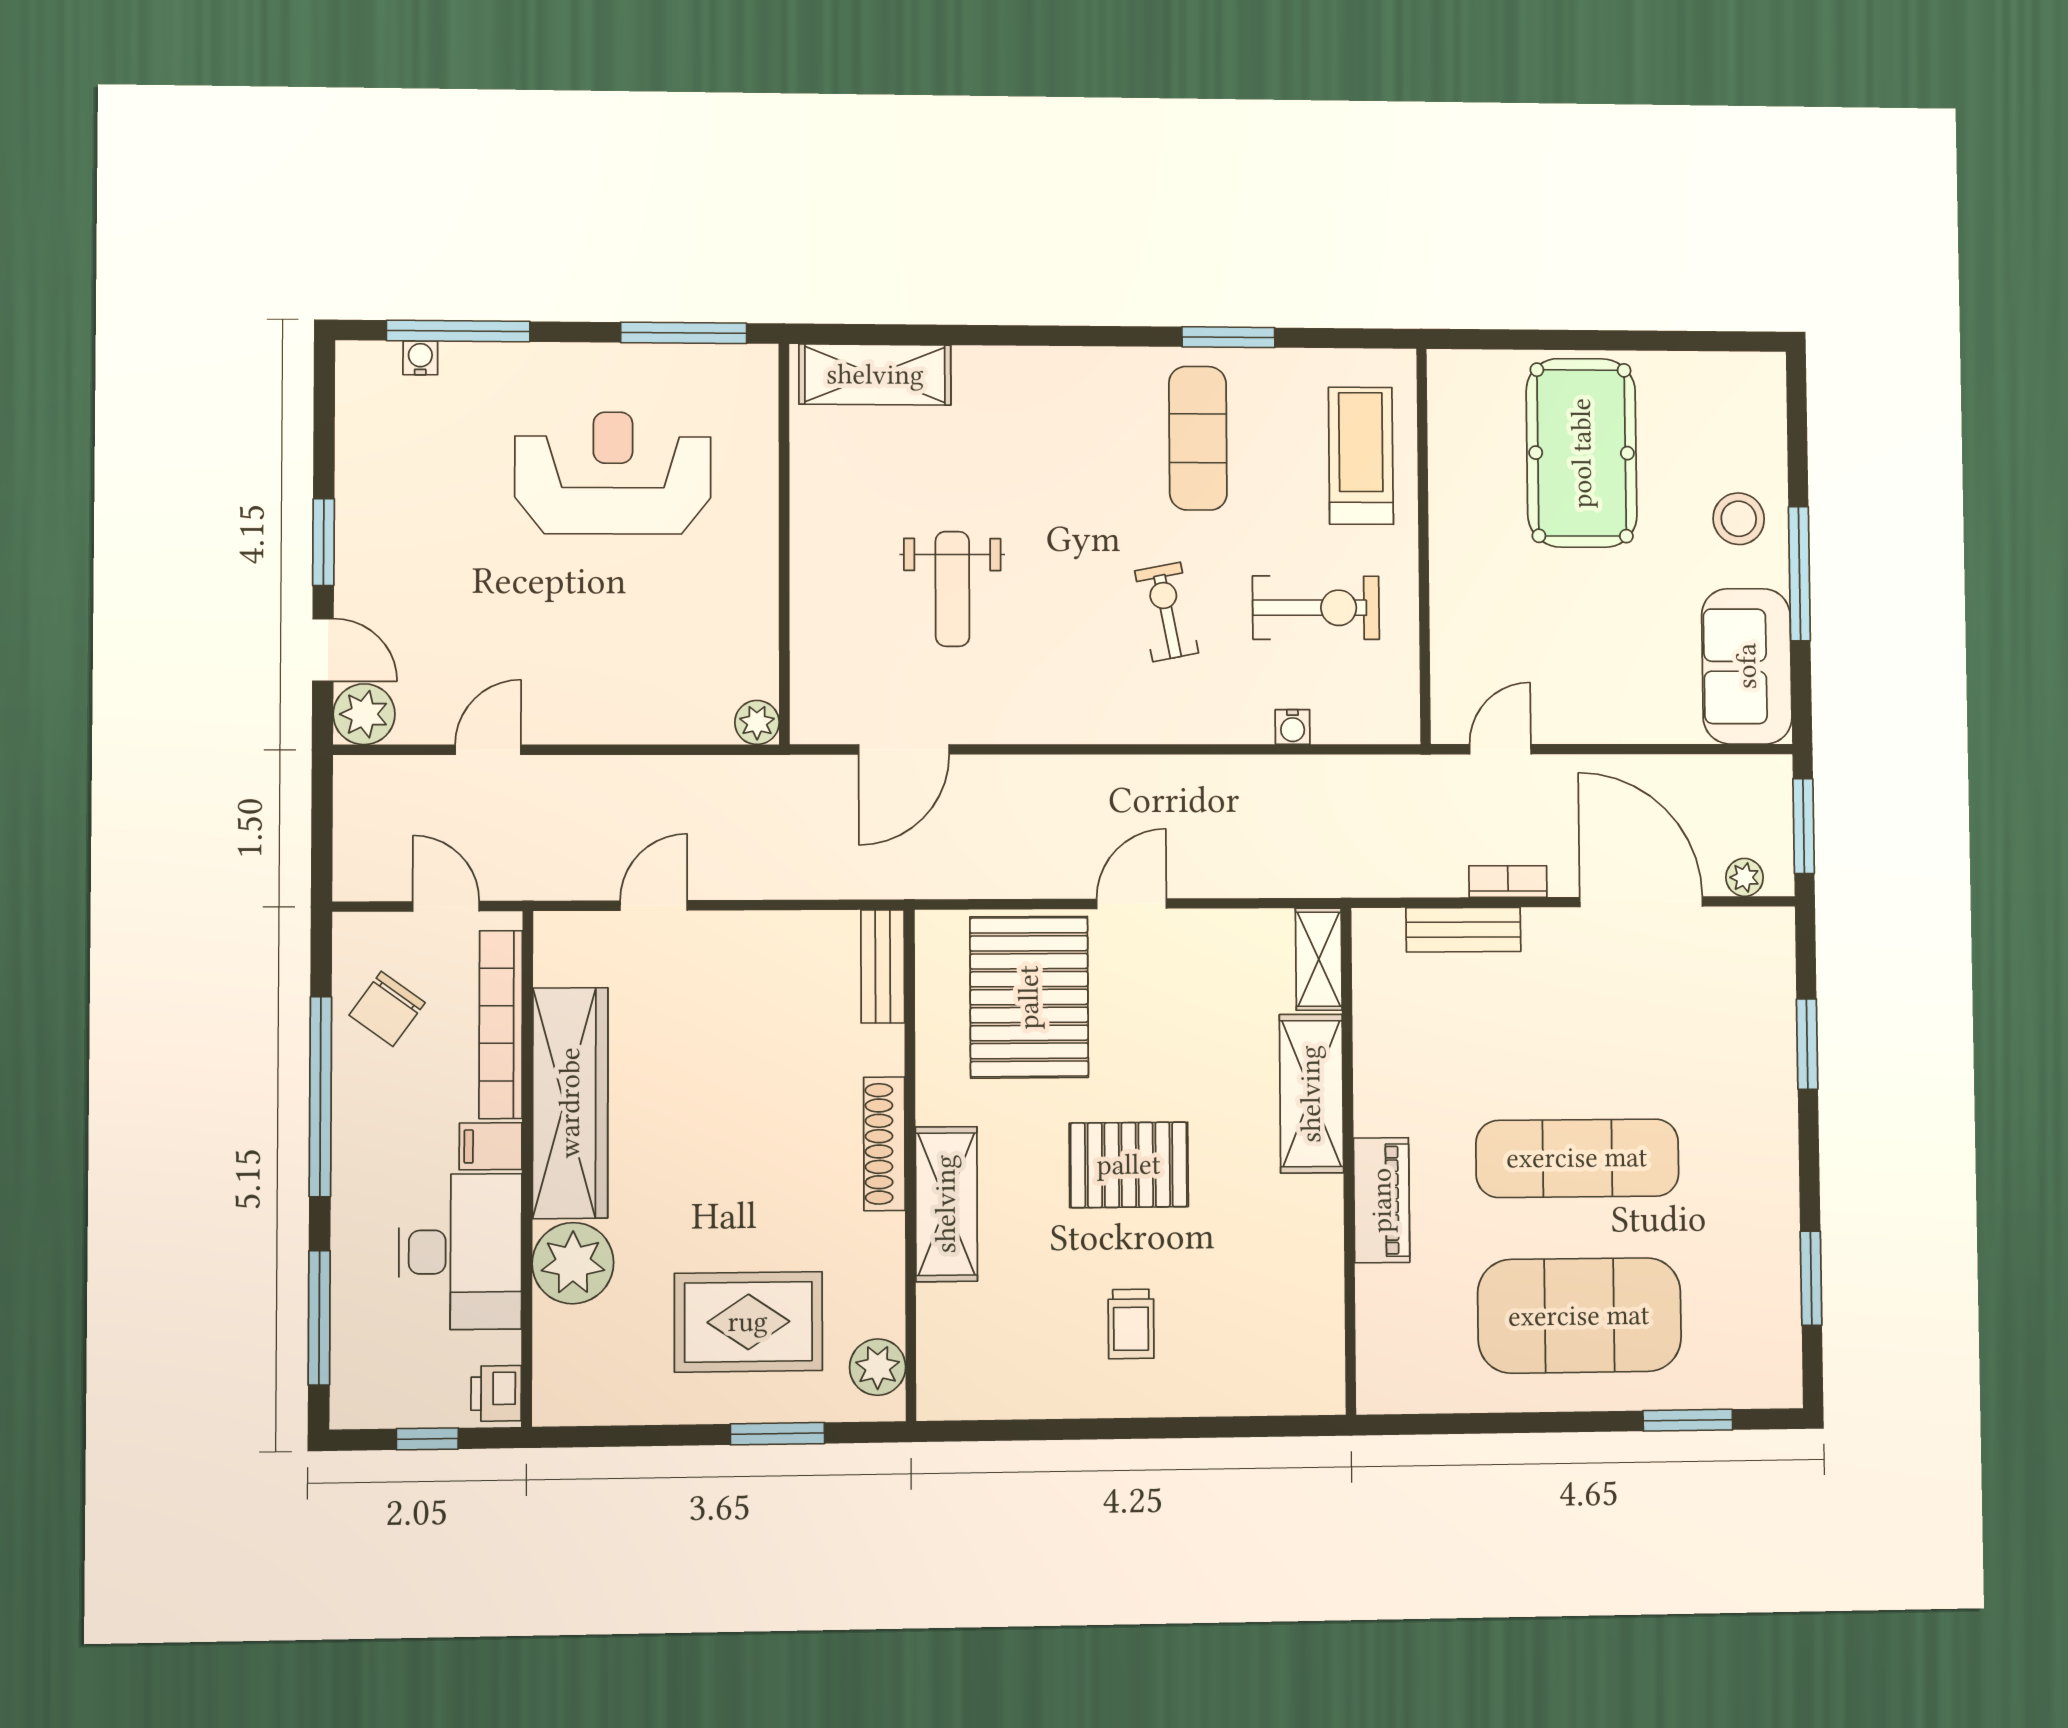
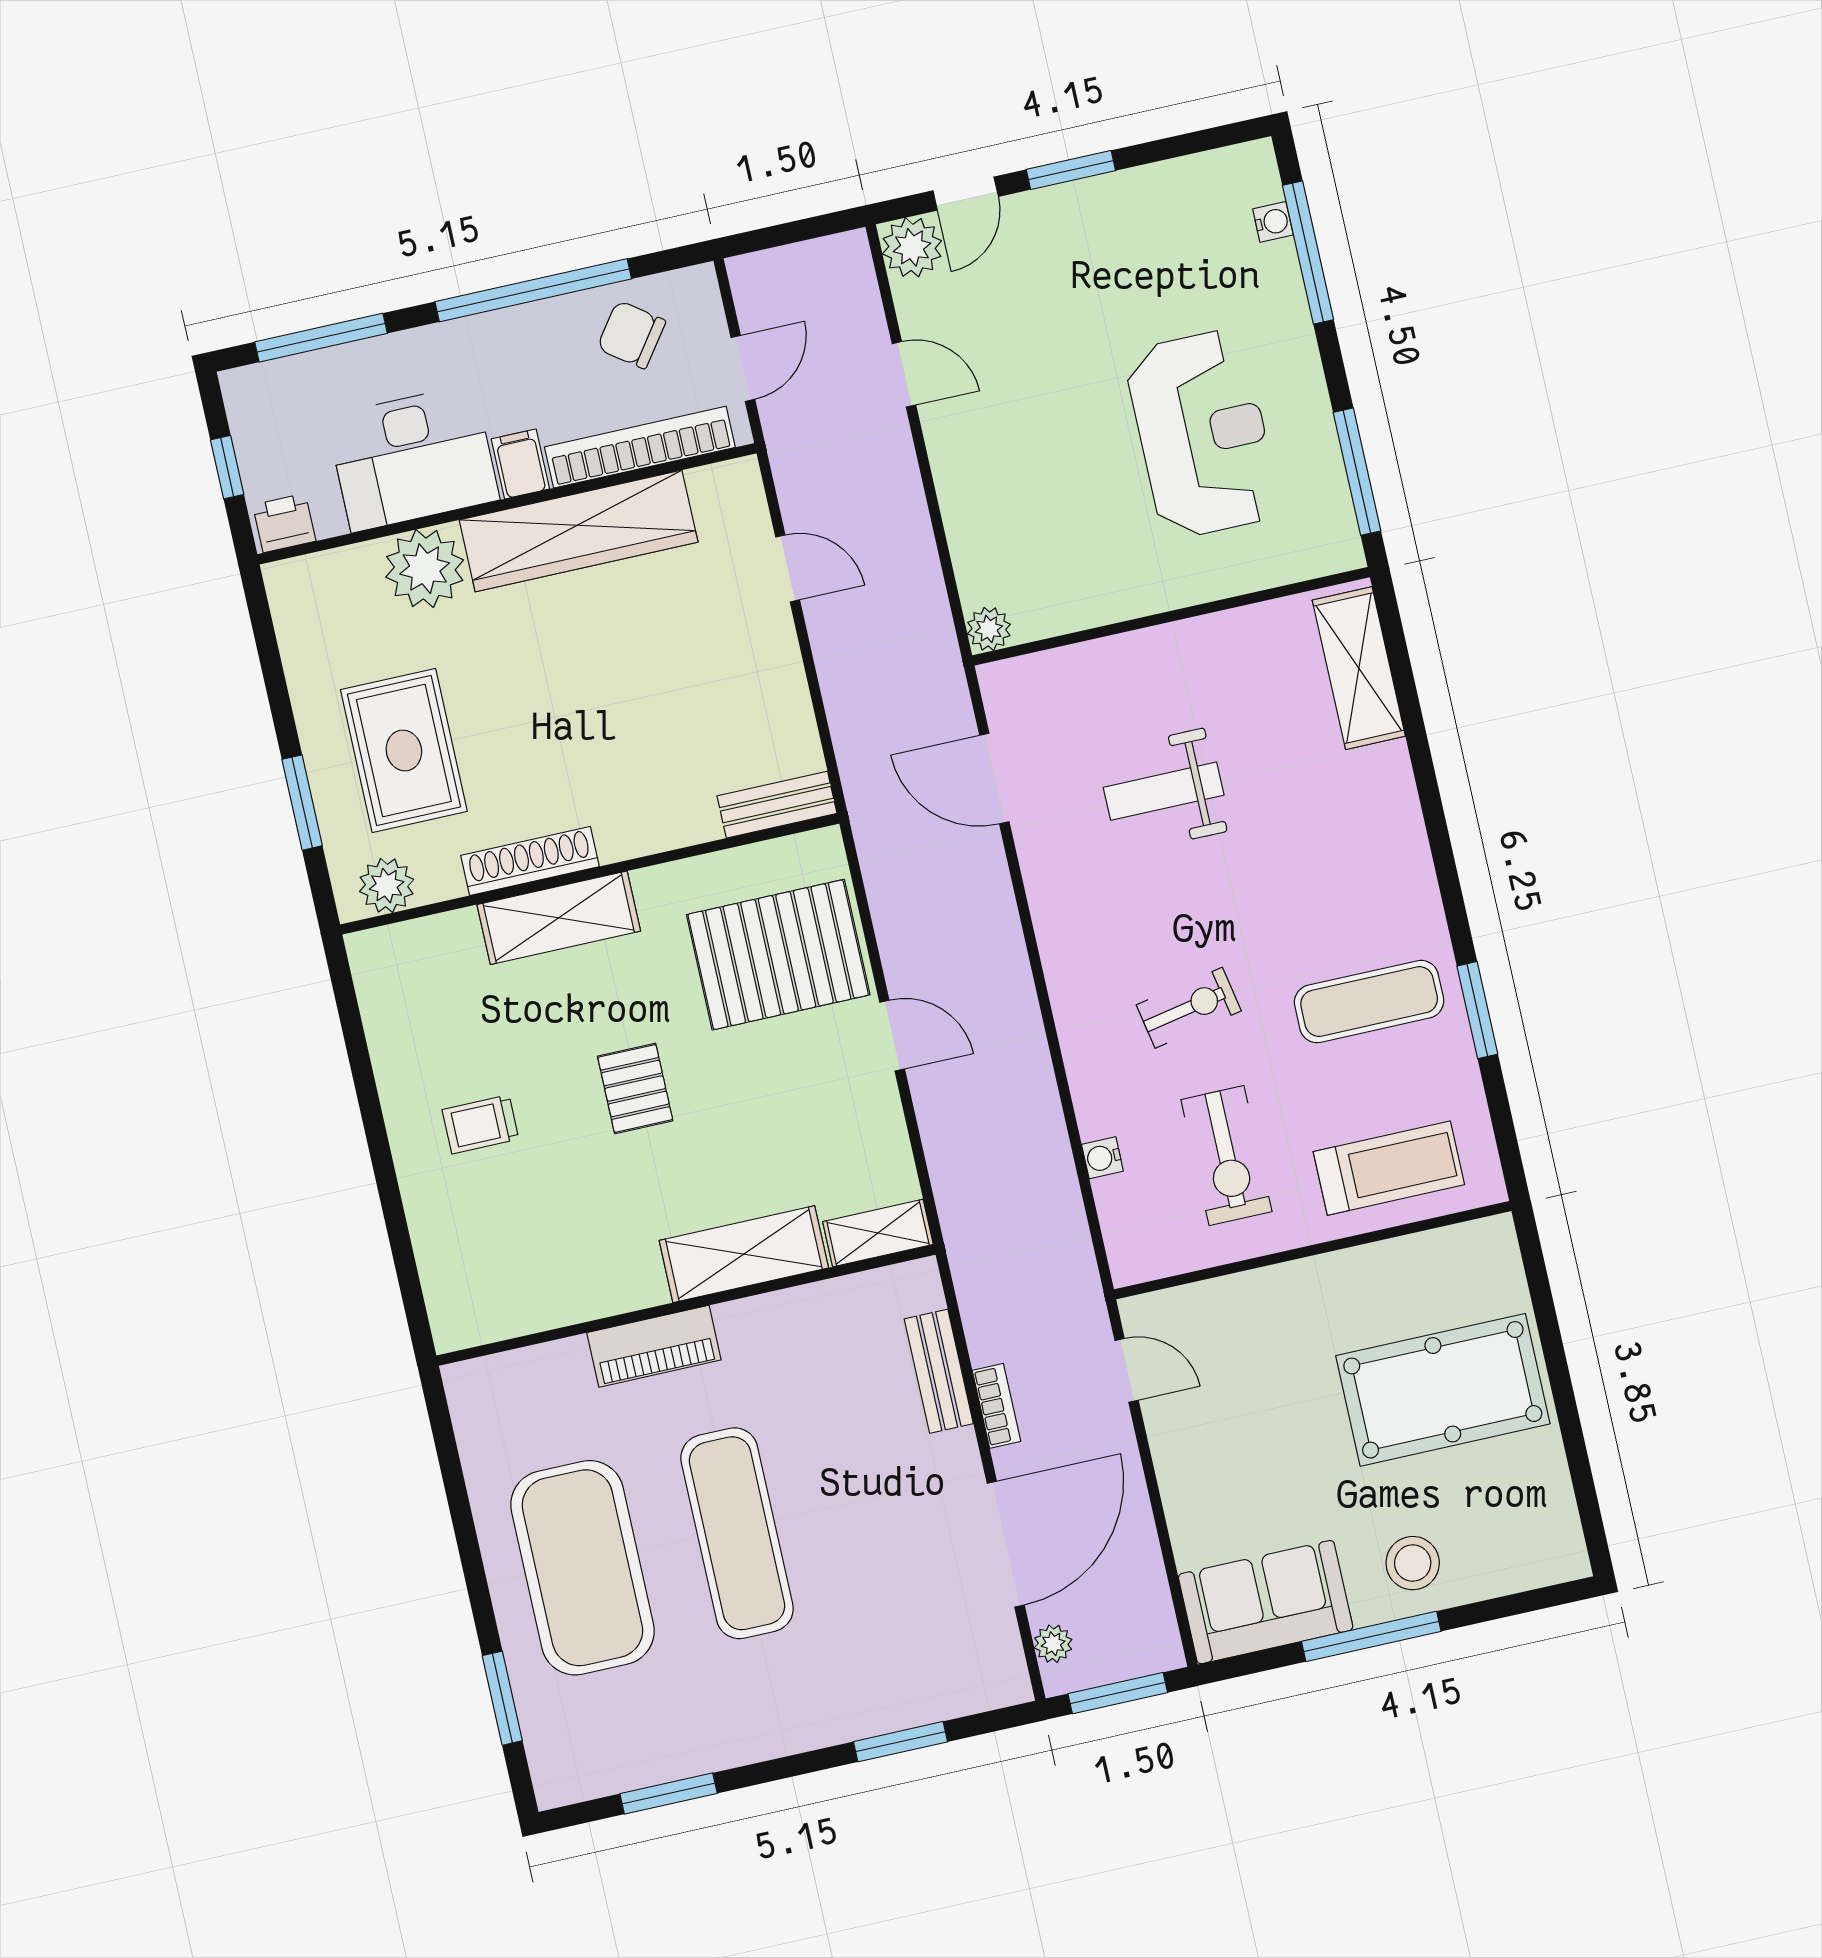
shoe rack: (884, 1144) -> (530, 861), moved
pallet: (1129, 1165) -> (635, 1088), width x0.67, depth x0.71

